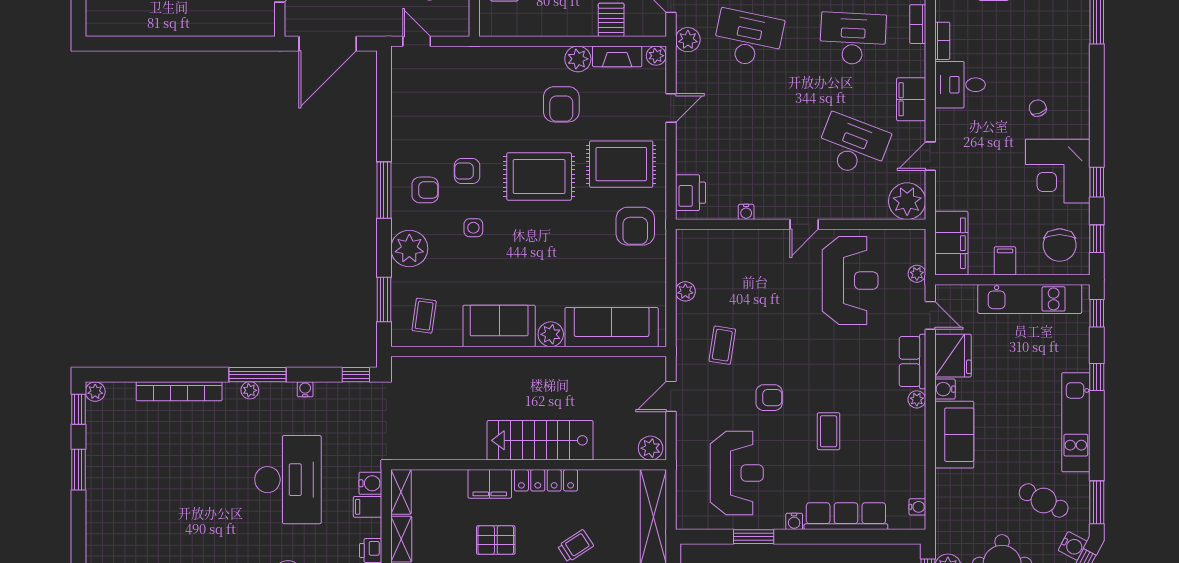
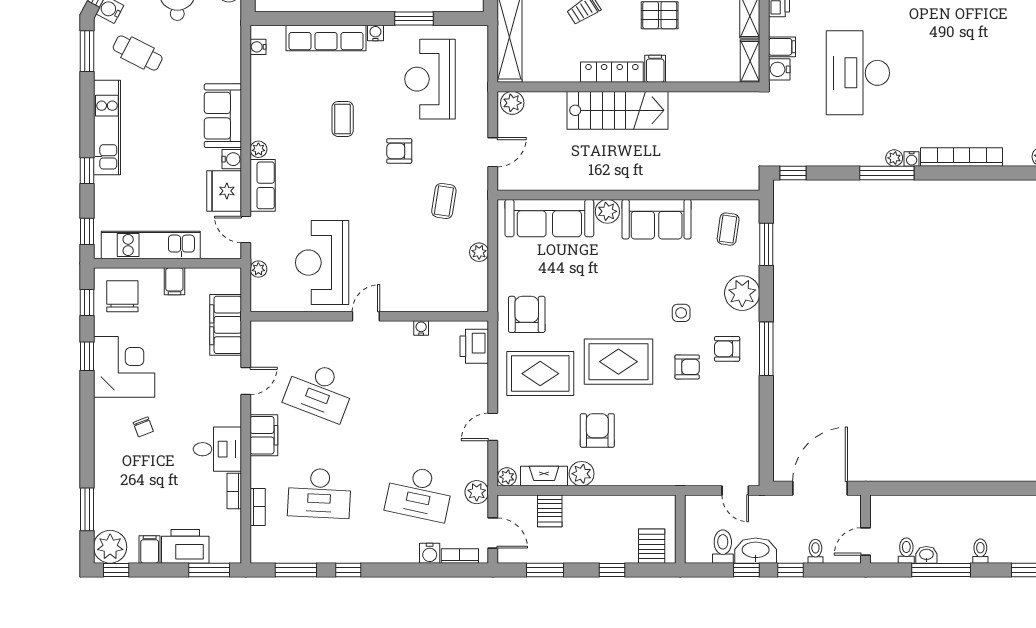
plant: (907, 201) -> (268, 338), removed
filing cabinet: (951, 243) -> (226, 325), moved
water cooler: (305, 389) -> (912, 159), moved
filing cabinet: (490, 484) -> (655, 69), width x0.50

